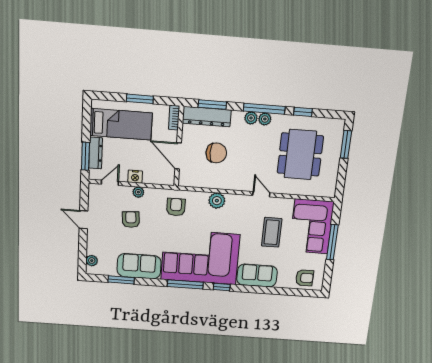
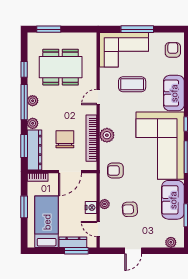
plant: (251, 118) -> (33, 123), moved
bookcase: (215, 183) -> (91, 138), added

